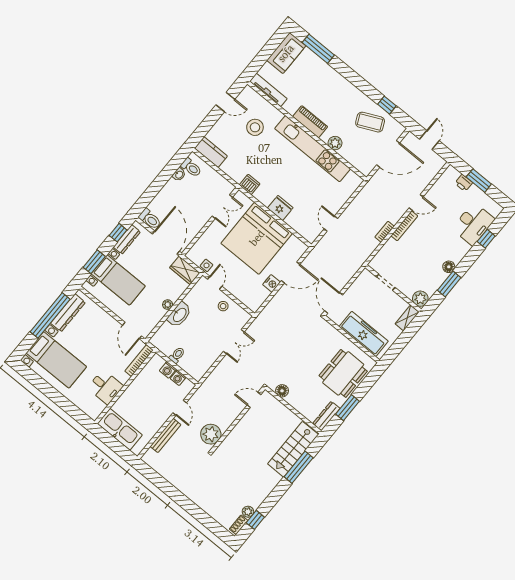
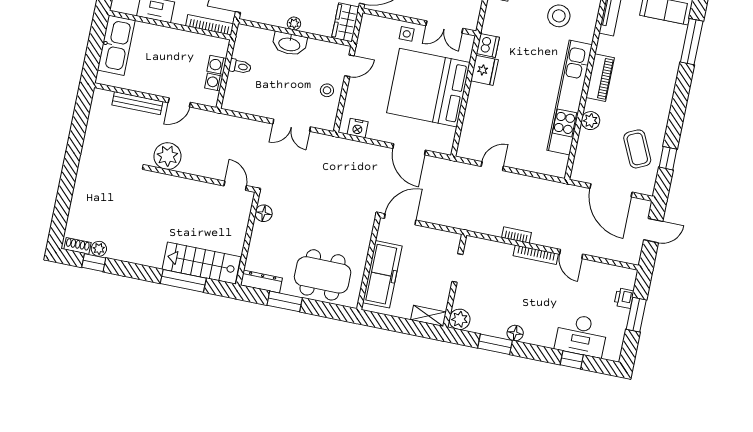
fridge: (280, 208) -> (484, 70), moved
side table: (207, 265) -> (407, 34), moved
nightstand: (272, 283) -> (358, 128), moved

